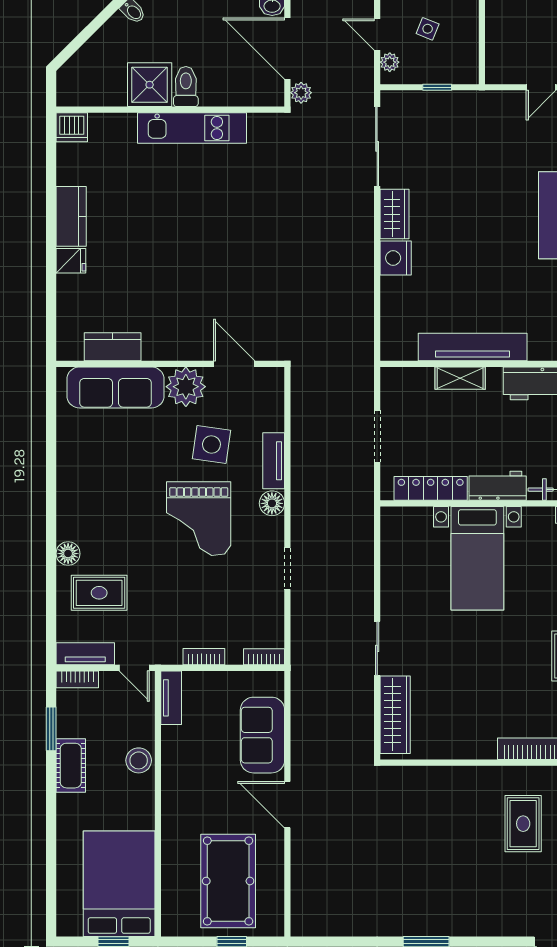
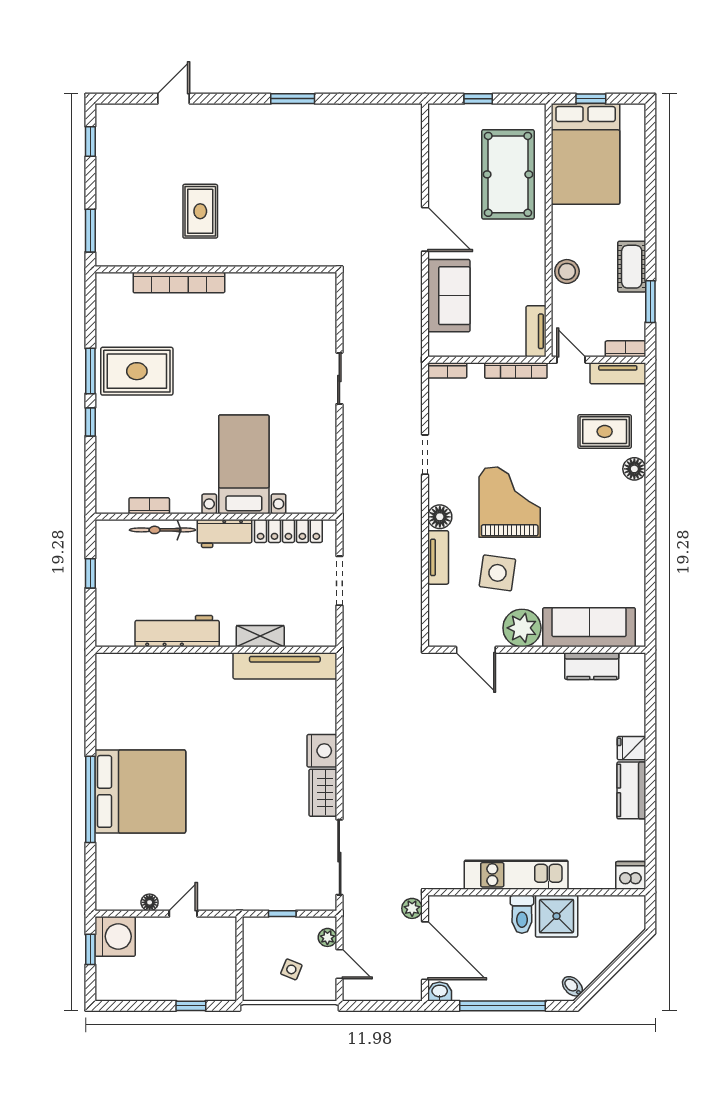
tv unit: (473, 347) -> (285, 666), moved
bookcase: (204, 657) -> (516, 371), width x1.56
wardrobe: (395, 715) -> (322, 315), removed
pool table: (228, 881) -> (508, 174), moved

